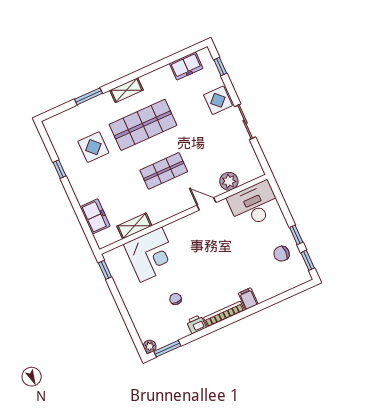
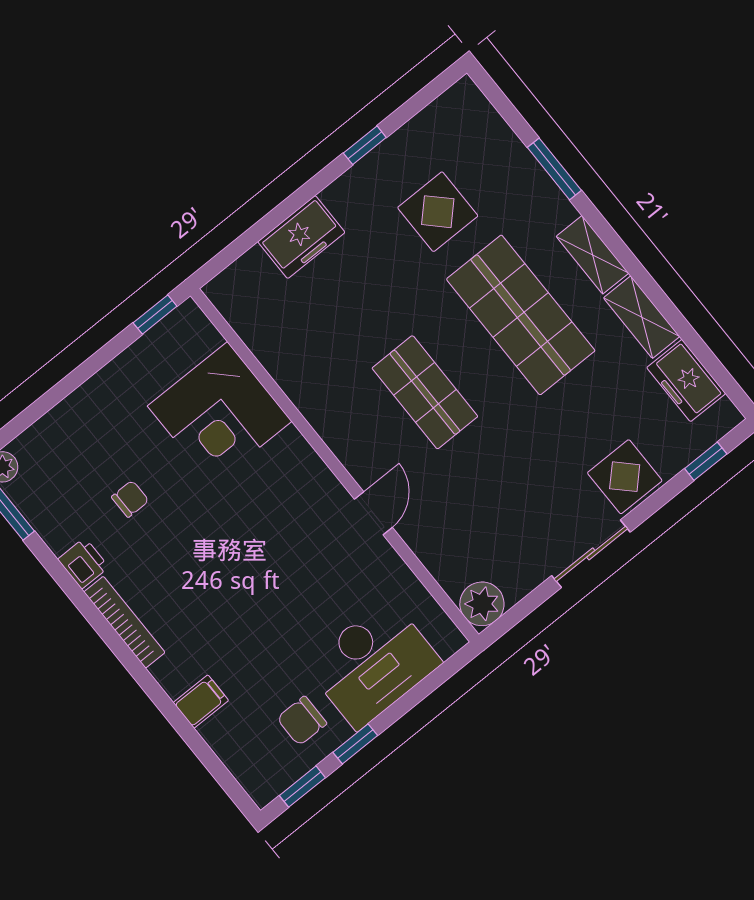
plant: (229, 181) -> (482, 604), moved
desk: (254, 205) -> (373, 664), moved, turned 90
freezer: (95, 216) -> (301, 237), moved
shelving: (134, 226) -> (642, 317), moved
chair: (282, 254) -> (302, 721), turned -90
filing cabinet: (248, 299) -> (201, 702), moved

